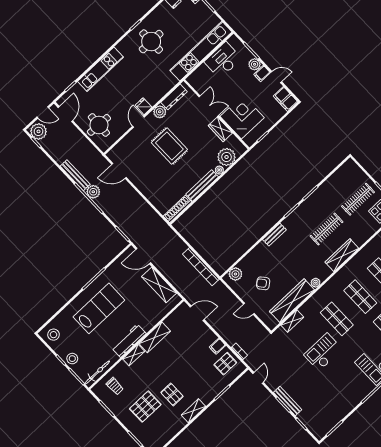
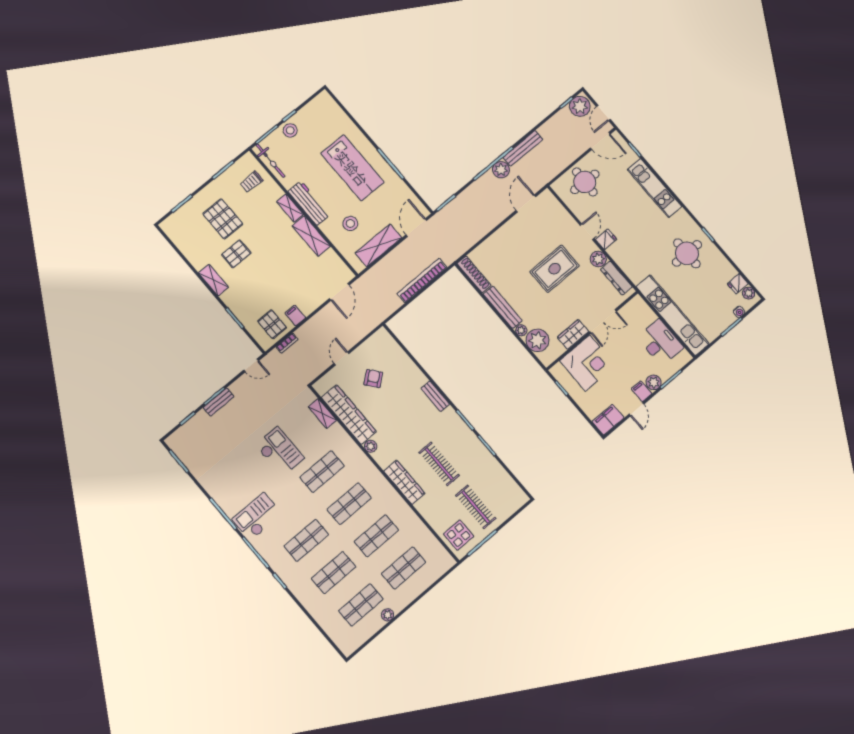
door: (139, 122) -> (587, 232), hinge flipped
bookcase: (201, 267) -> (422, 281), moved
plant: (235, 274) -> (387, 344), removed
stool: (54, 335) -> (350, 223), moved
bench: (288, 401) -> (219, 402), width x0.73

